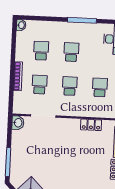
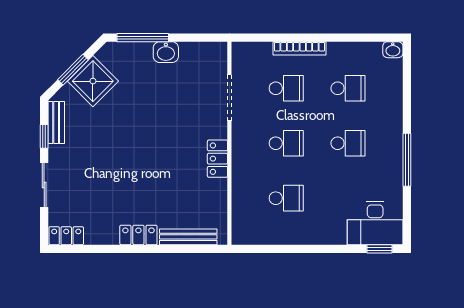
washbasin: (18, 123) -> (166, 52), moved
locker: (91, 125) -> (217, 159), moved

